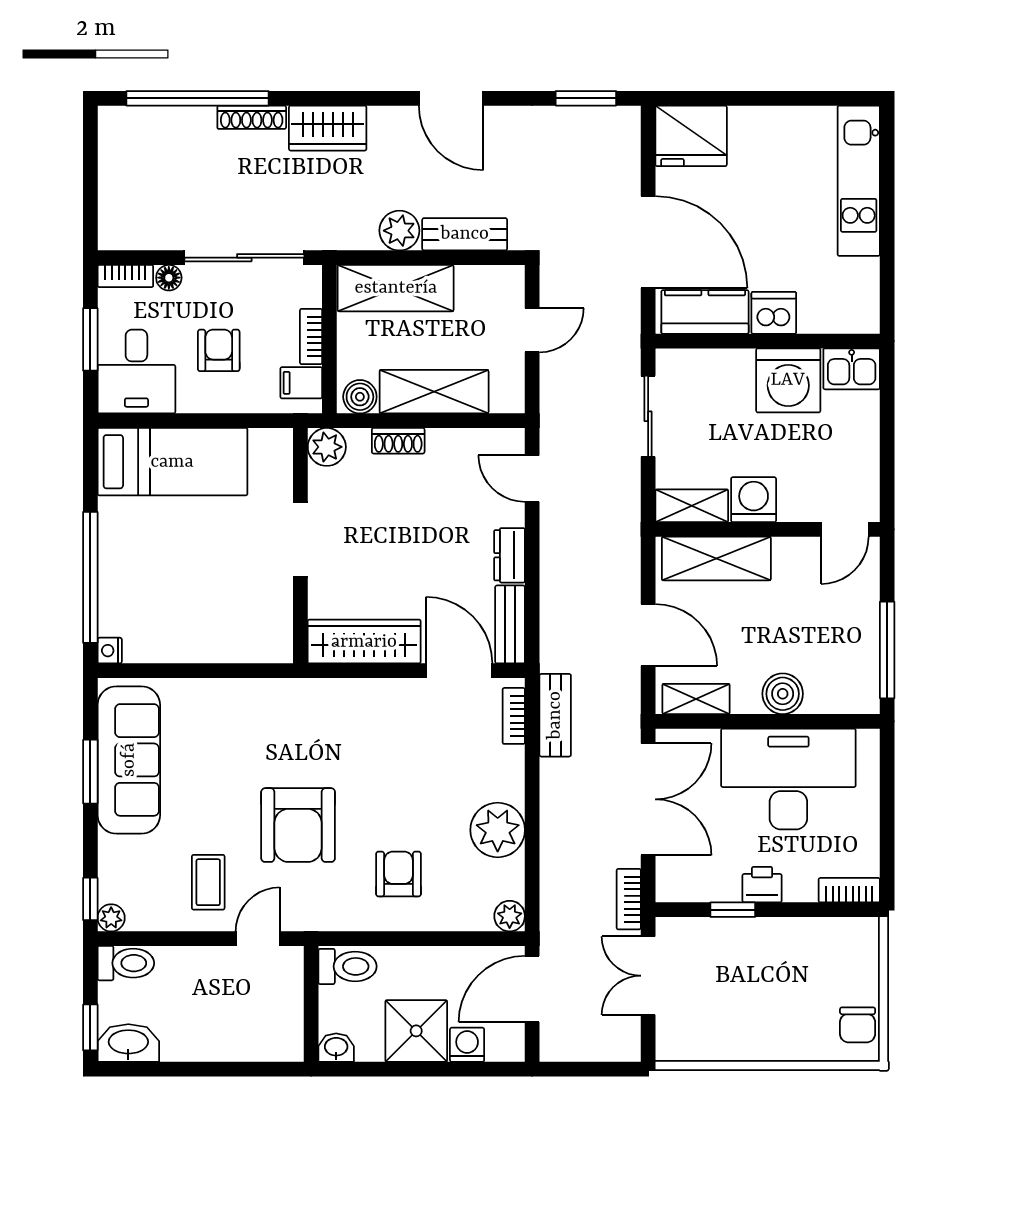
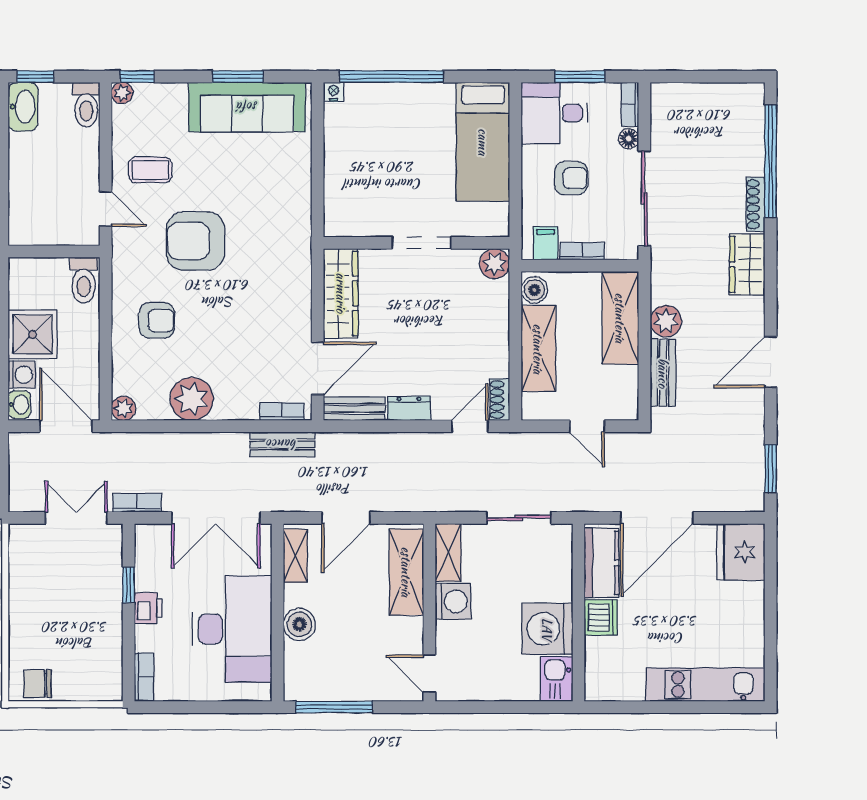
shoe rack: (398, 441) -> (500, 400), moved
washbasin: (336, 1048) -> (19, 404), moved

